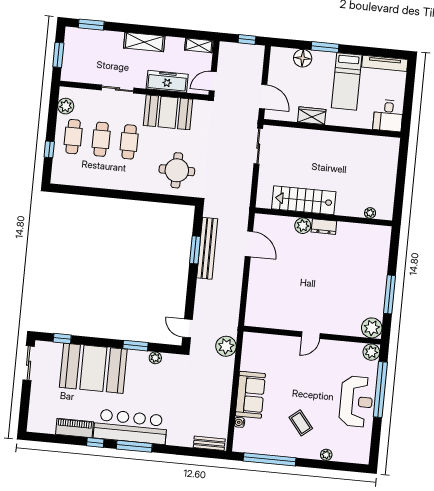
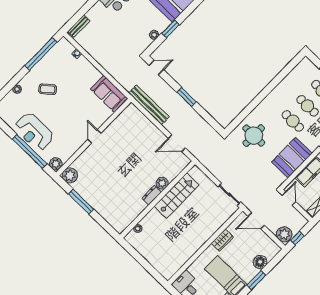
bench: (207, 248) -> (149, 105), moved
window: (195, 250) -> (186, 97), moved
plant: (226, 346) -> (284, 234), moved
sofa: (250, 395) -> (109, 94), moved

